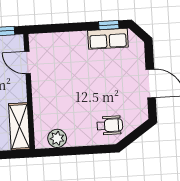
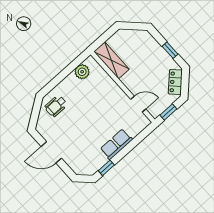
row of seats: (108, 39) -> (116, 144), moved

